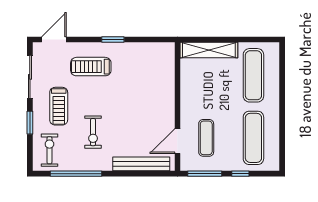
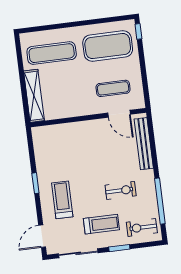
door: (54, 40) -> (42, 236), hinge flipped
treadmill: (91, 67) -> (62, 200), turned 180
exercise mat: (253, 138) -> (108, 46), width x1.47
window: (205, 174) -> (145, 86), removed
window: (240, 174) -> (138, 31), moved

